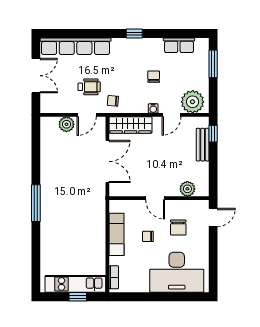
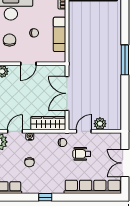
door: (155, 198) -> (28, 64), swing flipped

